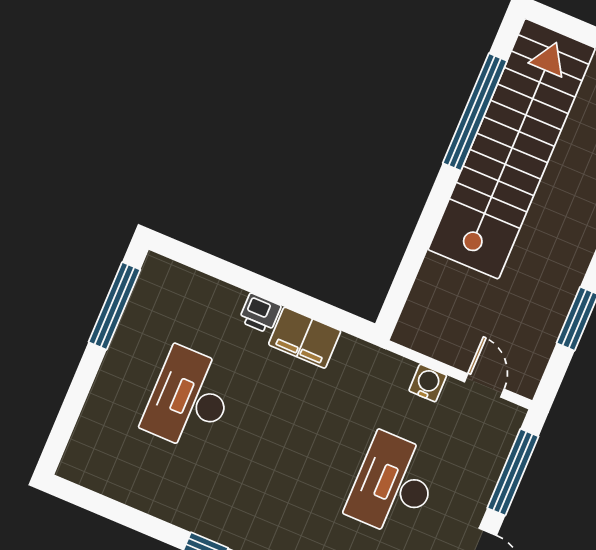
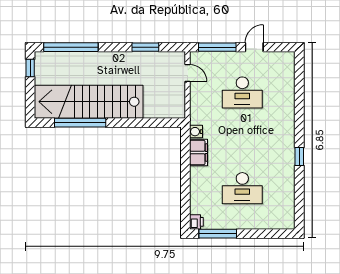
printer: (260, 313) -> (196, 222), moved
water cooler: (428, 383) -> (196, 132), moved
door: (484, 385) -> (188, 73), swing flipped

